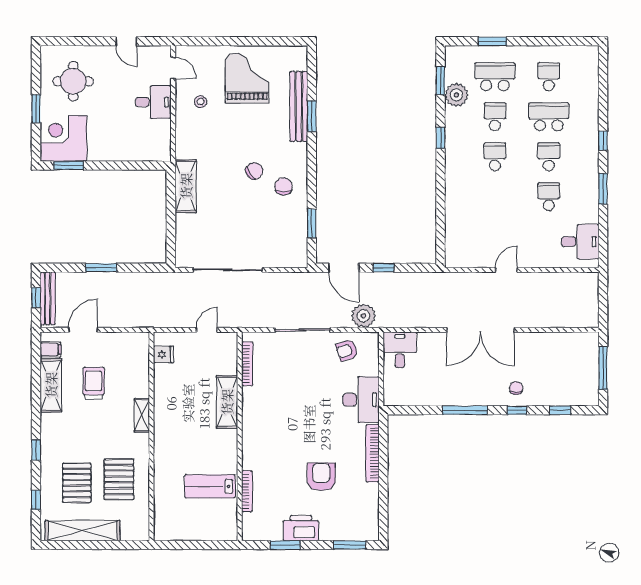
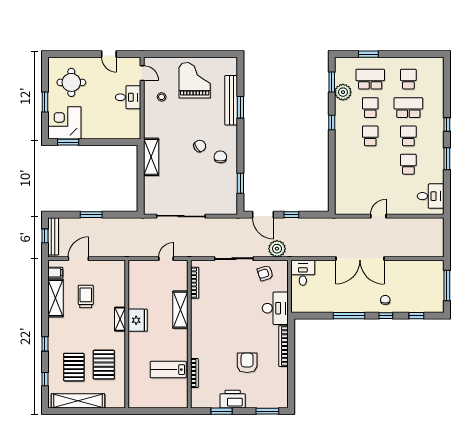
fridge: (163, 354) -> (138, 320), moved, width x1.88, depth x1.34

